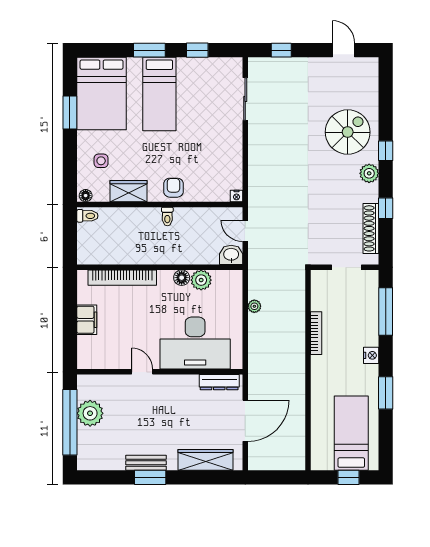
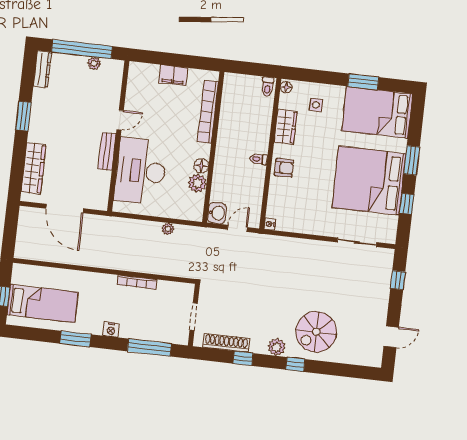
bed: (159, 94) -> (369, 181), width x2.04
spiral stairs: (348, 132) -> (316, 332), turned 90
dresser: (219, 382) -> (42, 69), moved, turned 180
plant: (90, 413) -> (94, 63), width x0.53, depth x0.53
bench: (146, 463) -> (107, 151), moved

